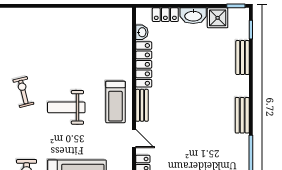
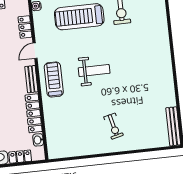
exercise bike: (23, 92) -> (114, 126), moved
door: (134, 139) -> (35, 51), hinge flipped

